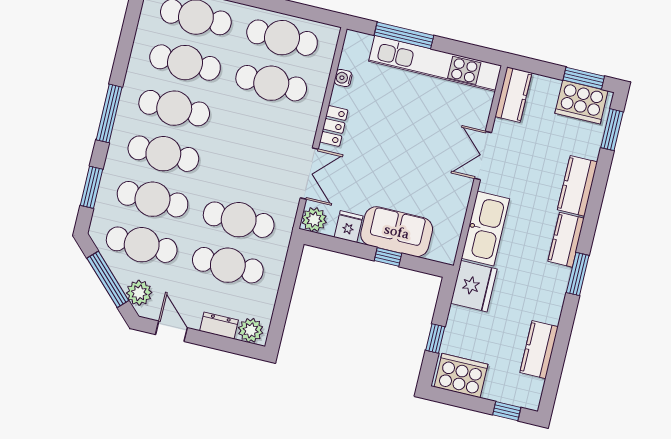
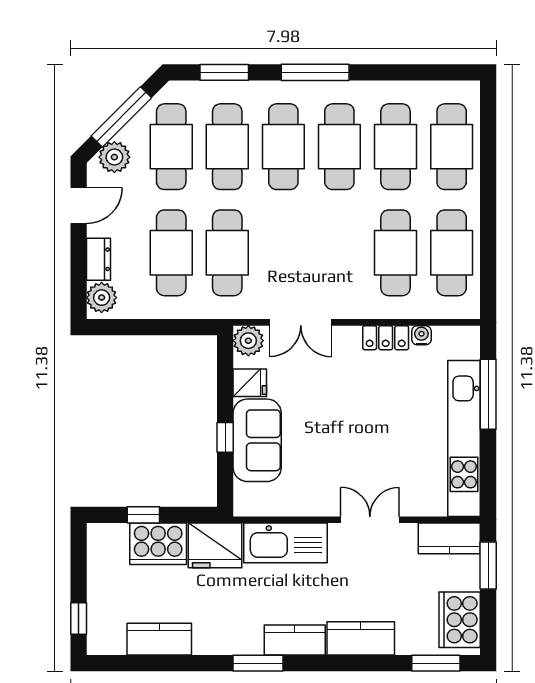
window: (584, 78) -> (488, 565), moved
locker: (334, 126) -> (386, 338), moved
cooker: (461, 375) -> (158, 544), moved, turned 90

